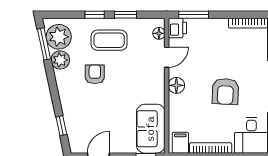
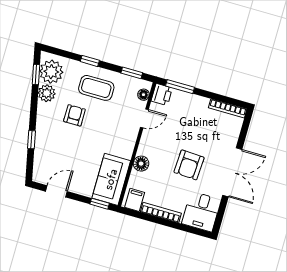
window: (126, 15) -> (132, 73), moved
window: (44, 44) -> (36, 74), width x0.67
floor lamp: (176, 85) -> (141, 164), moved
window: (61, 126) -> (32, 140), moved

